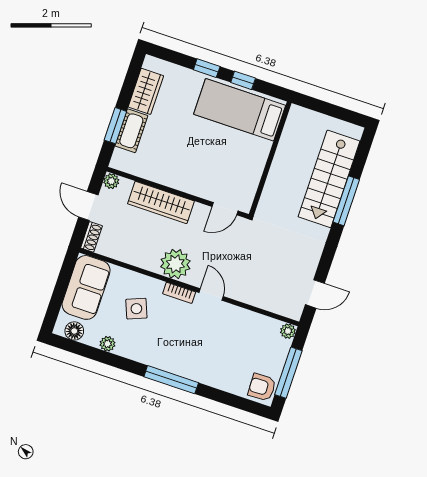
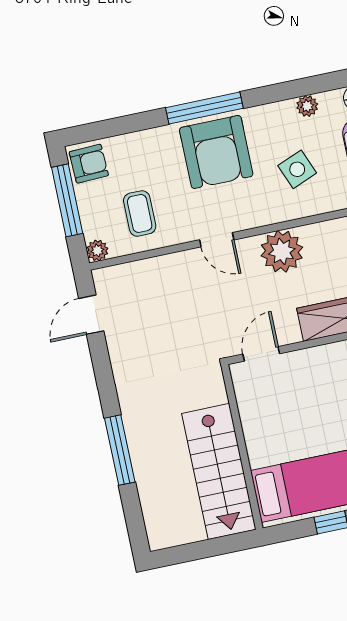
stairs: (329, 179) -> (219, 471), moved, turned 180
bookcase: (179, 293) -> (257, 219), removed
coffee table: (249, 338) -> (140, 213), added
armchair: (180, 348) -> (216, 152), added

